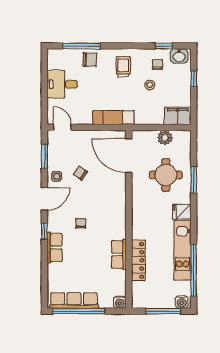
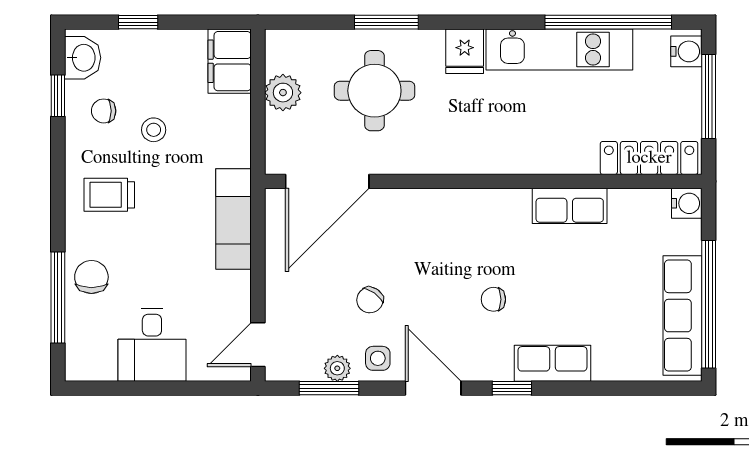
plant: (53, 160) -> (337, 368), added
locker: (138, 260) -> (649, 158), moved

